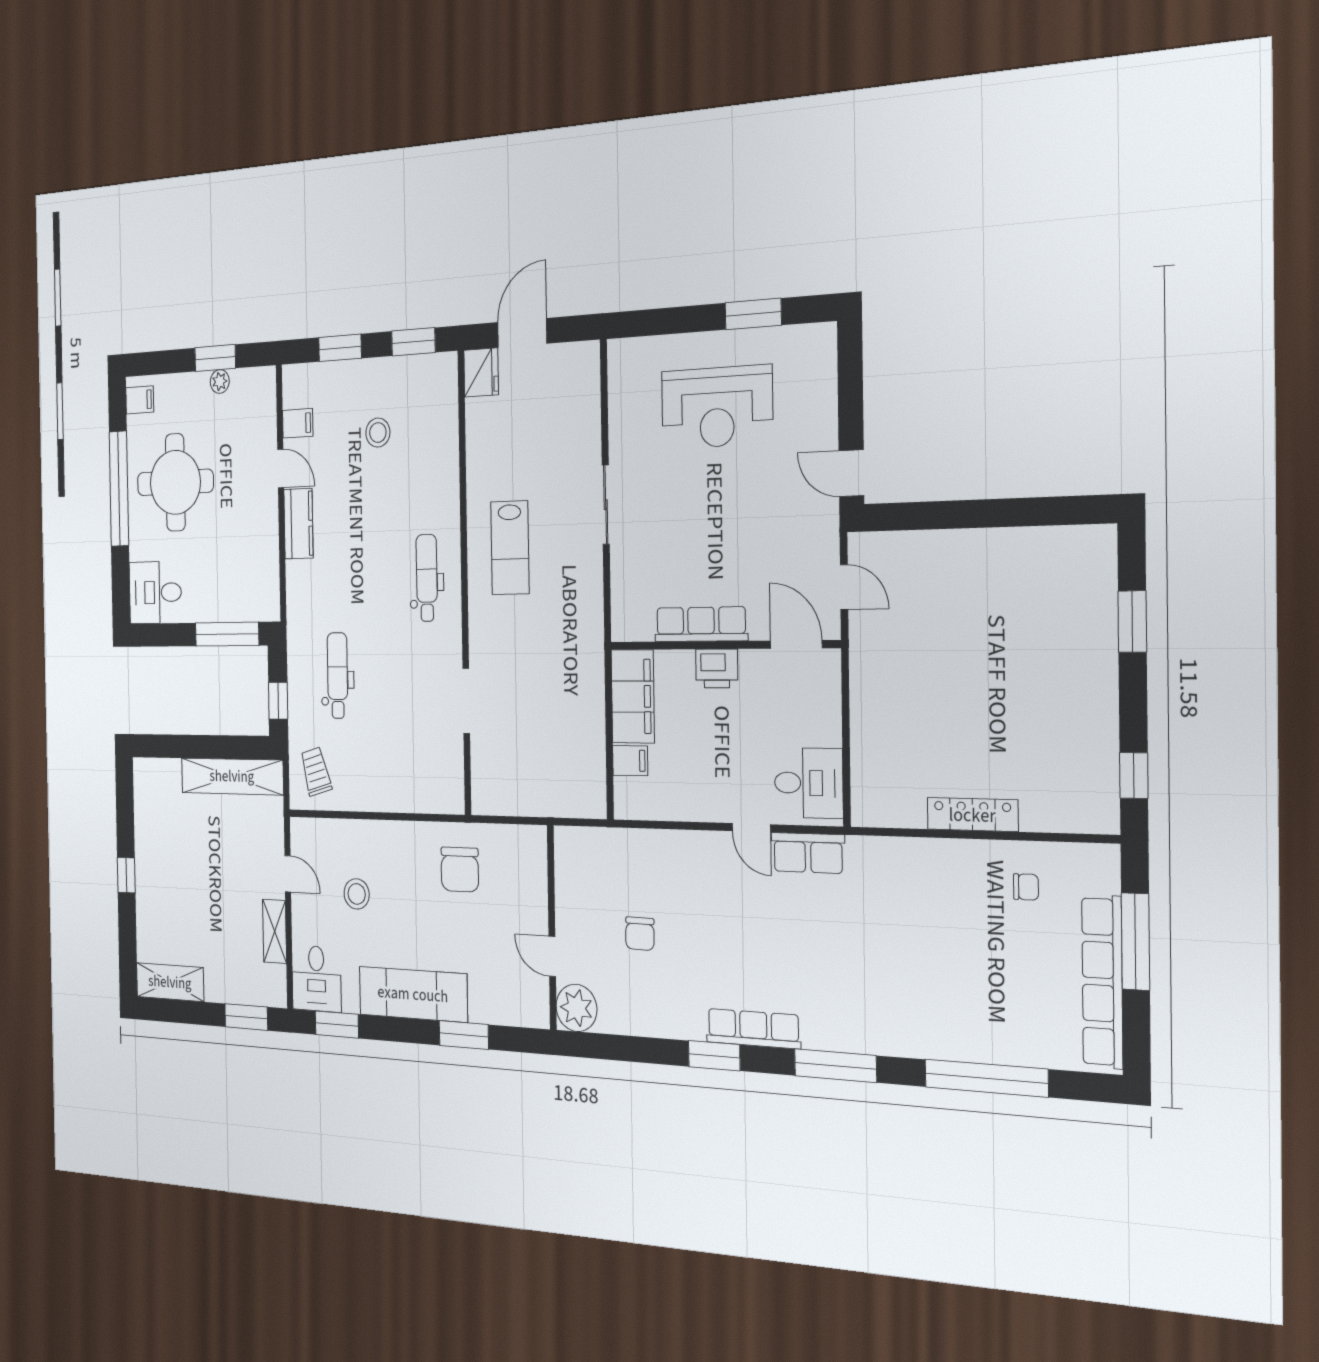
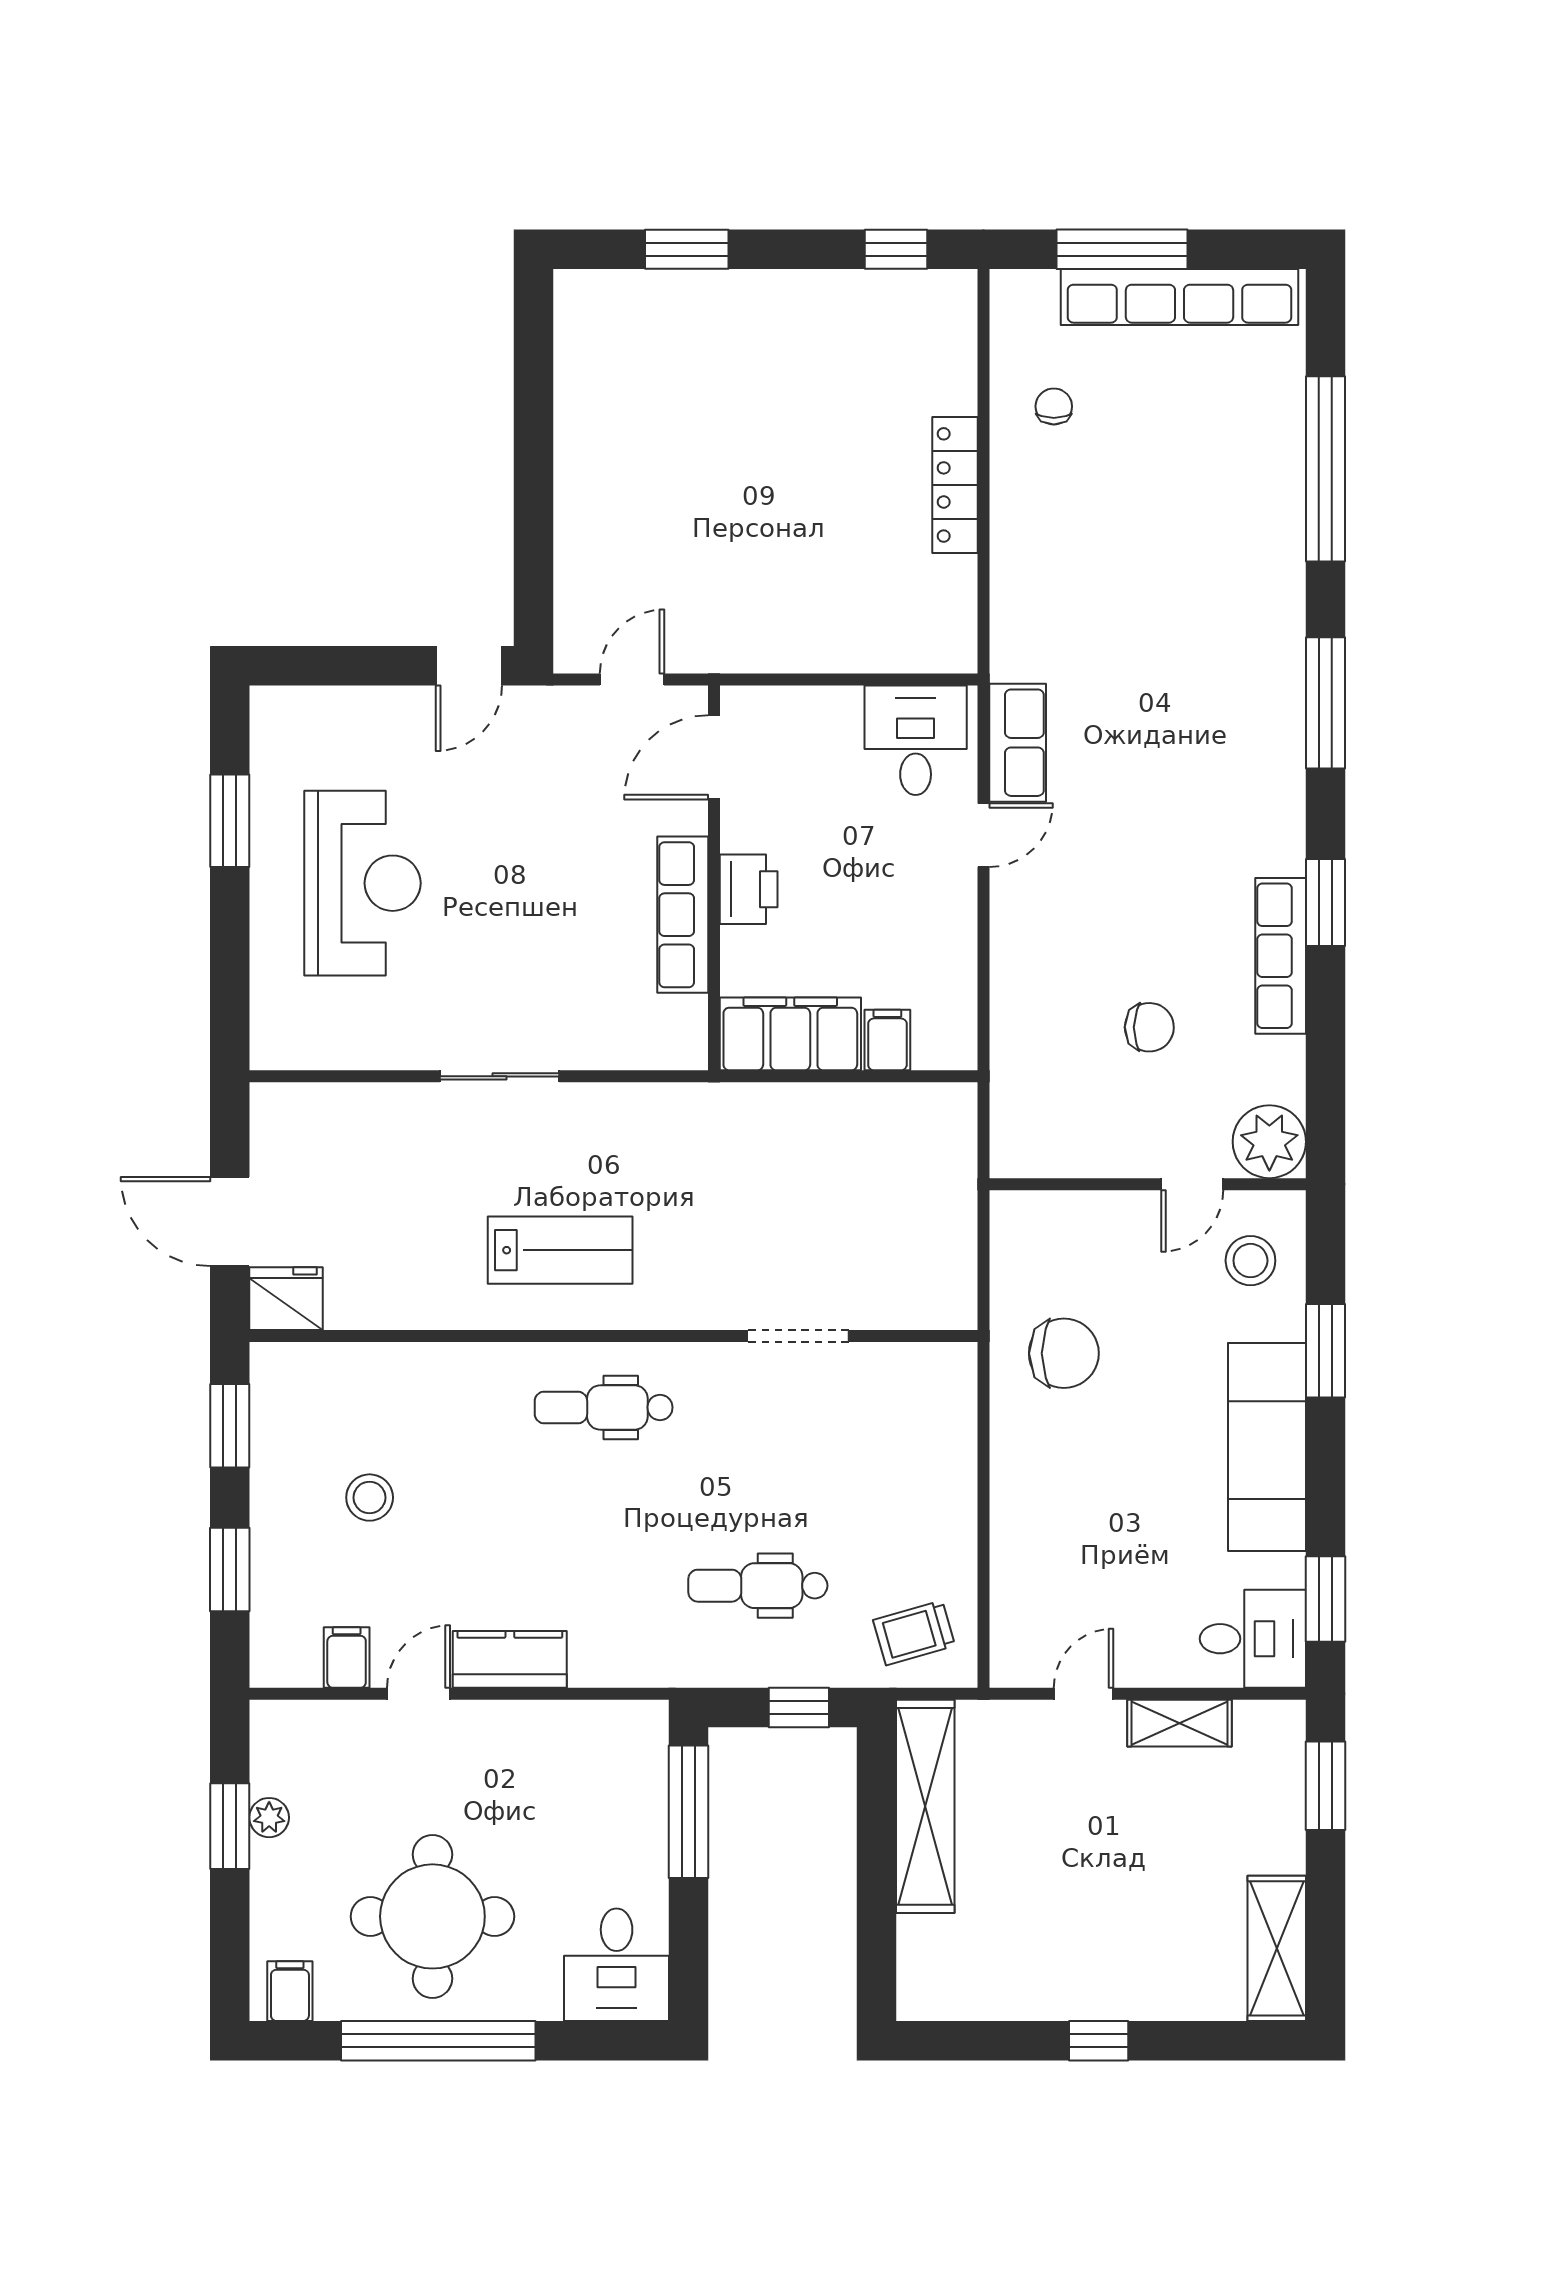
stool: (357, 894) -> (1250, 1261), moved
row of seats: (753, 1029) -> (1281, 956), moved

